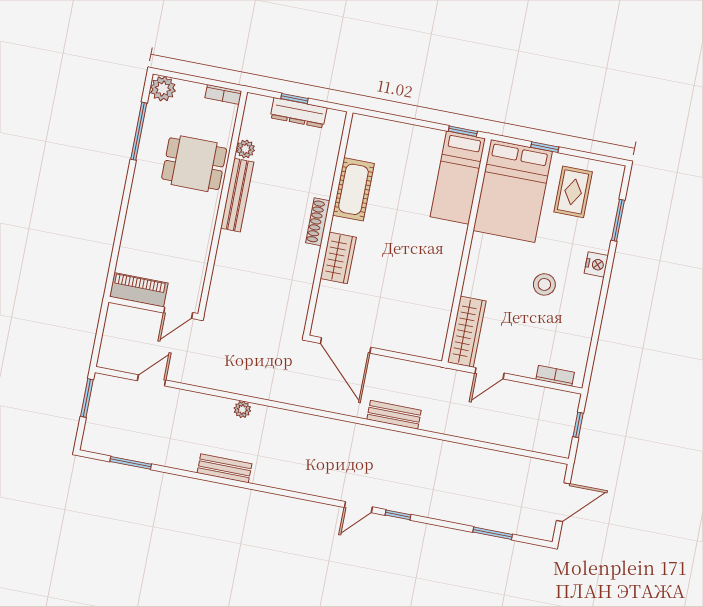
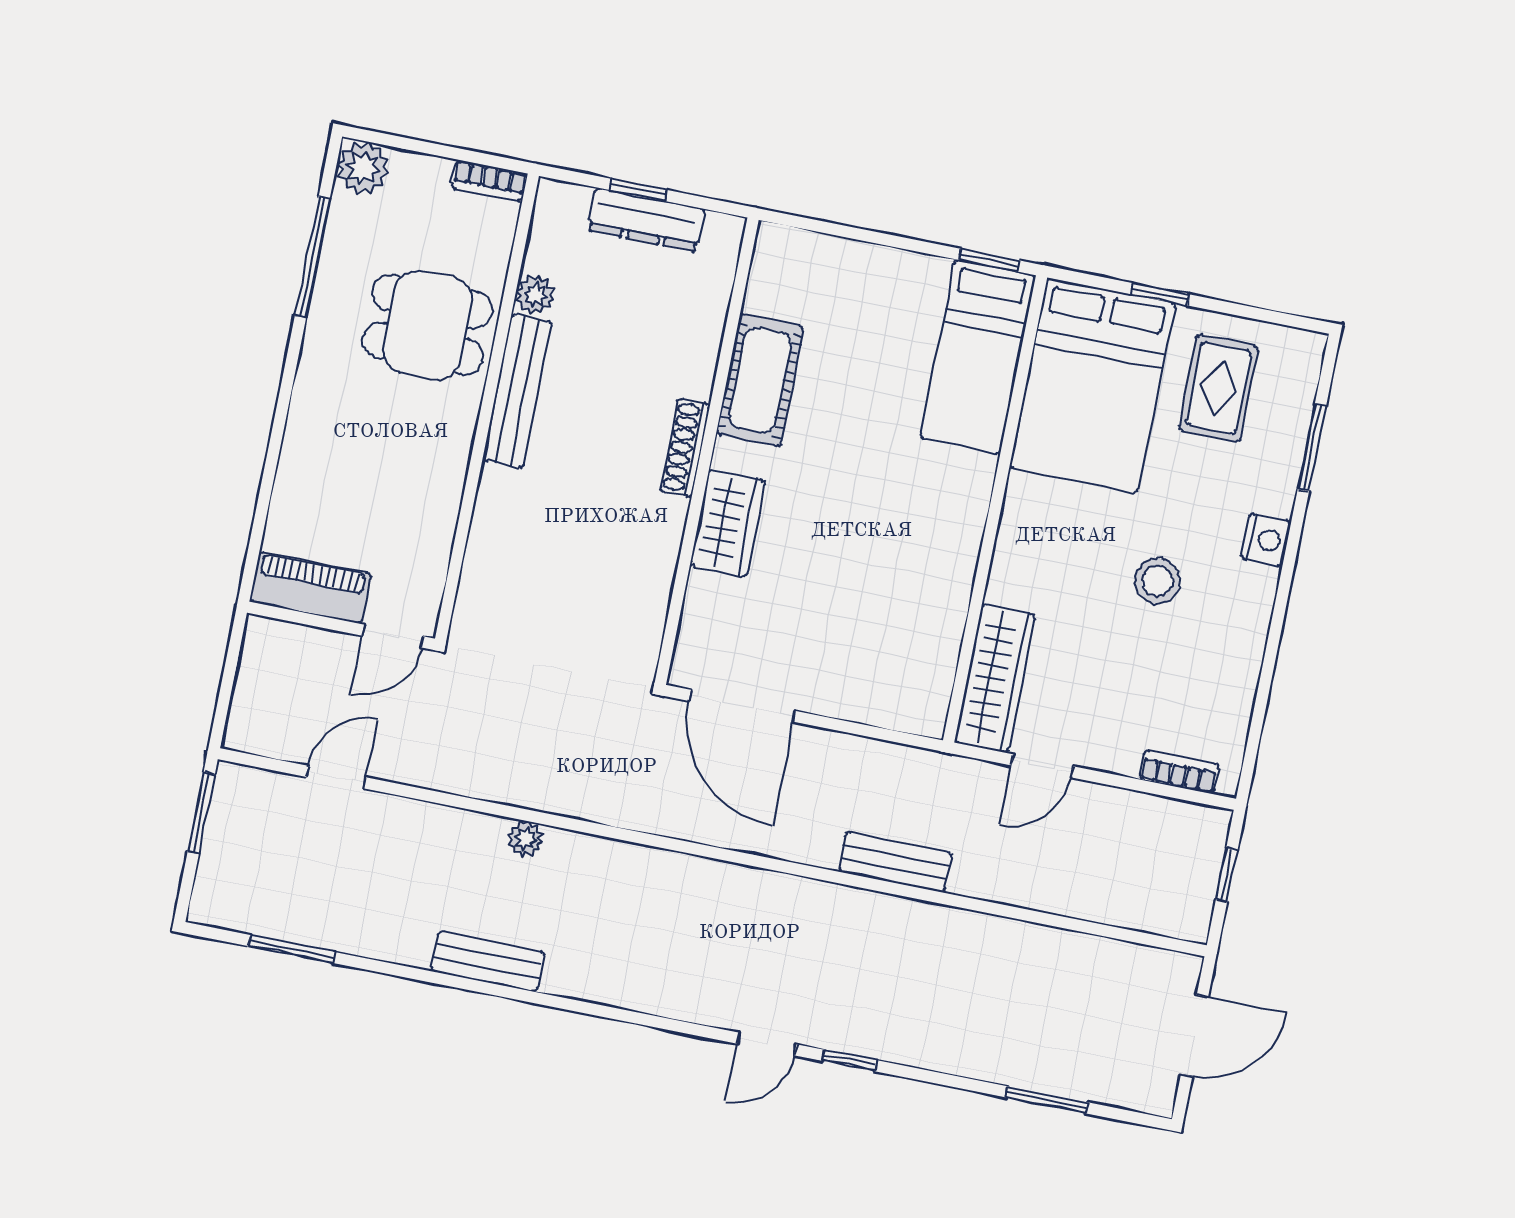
bench: (394, 415) -> (895, 862), moved

